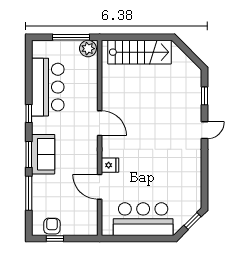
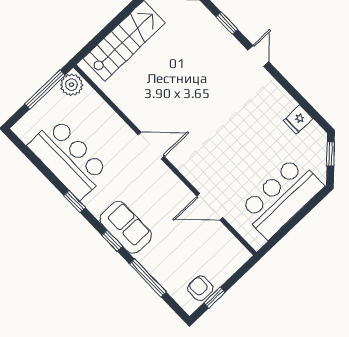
window: (29, 154) -> (112, 241), width x0.67
fridge: (110, 165) -> (298, 120), moved, turned 180

